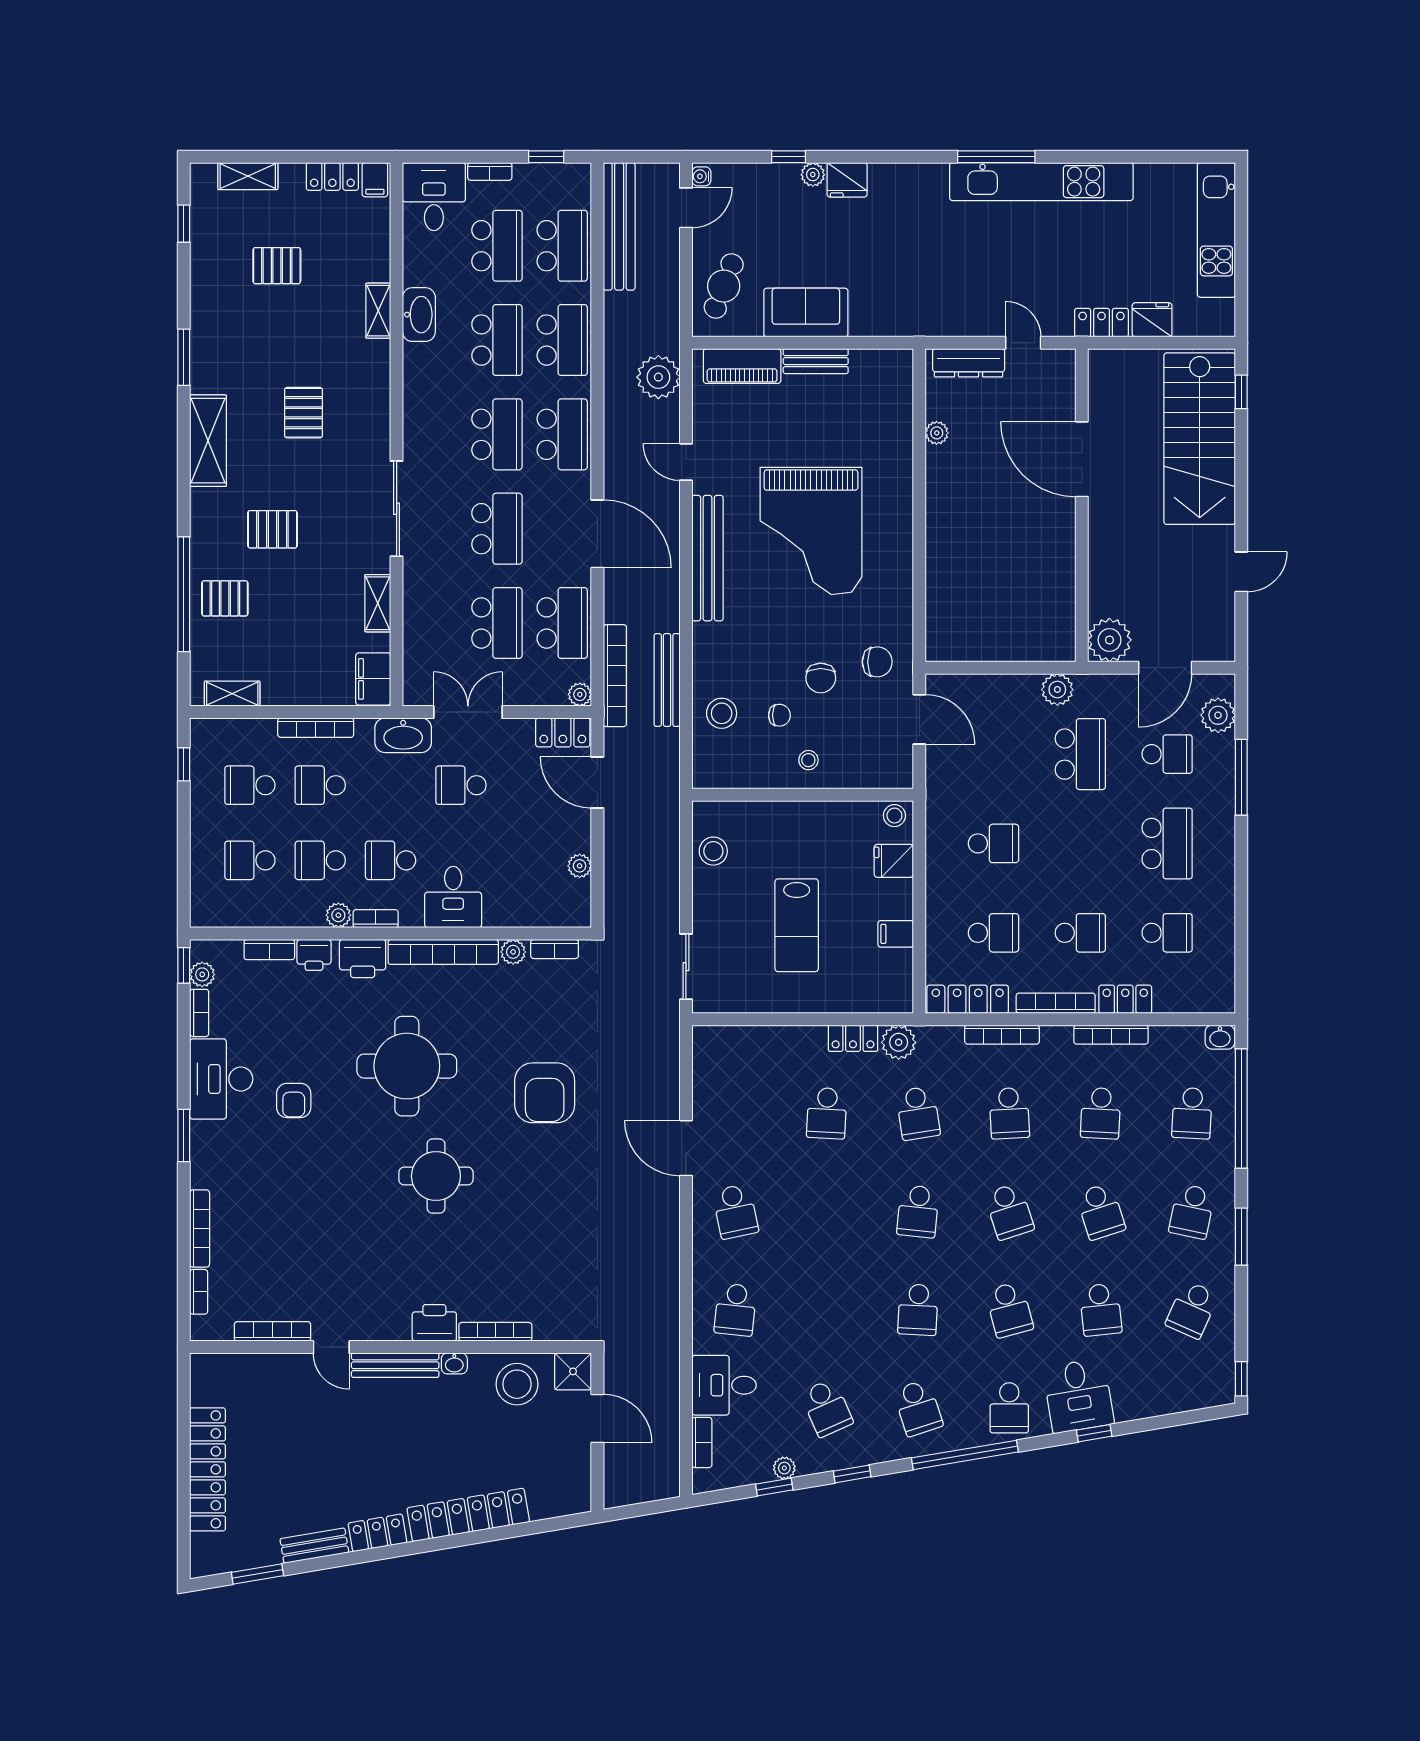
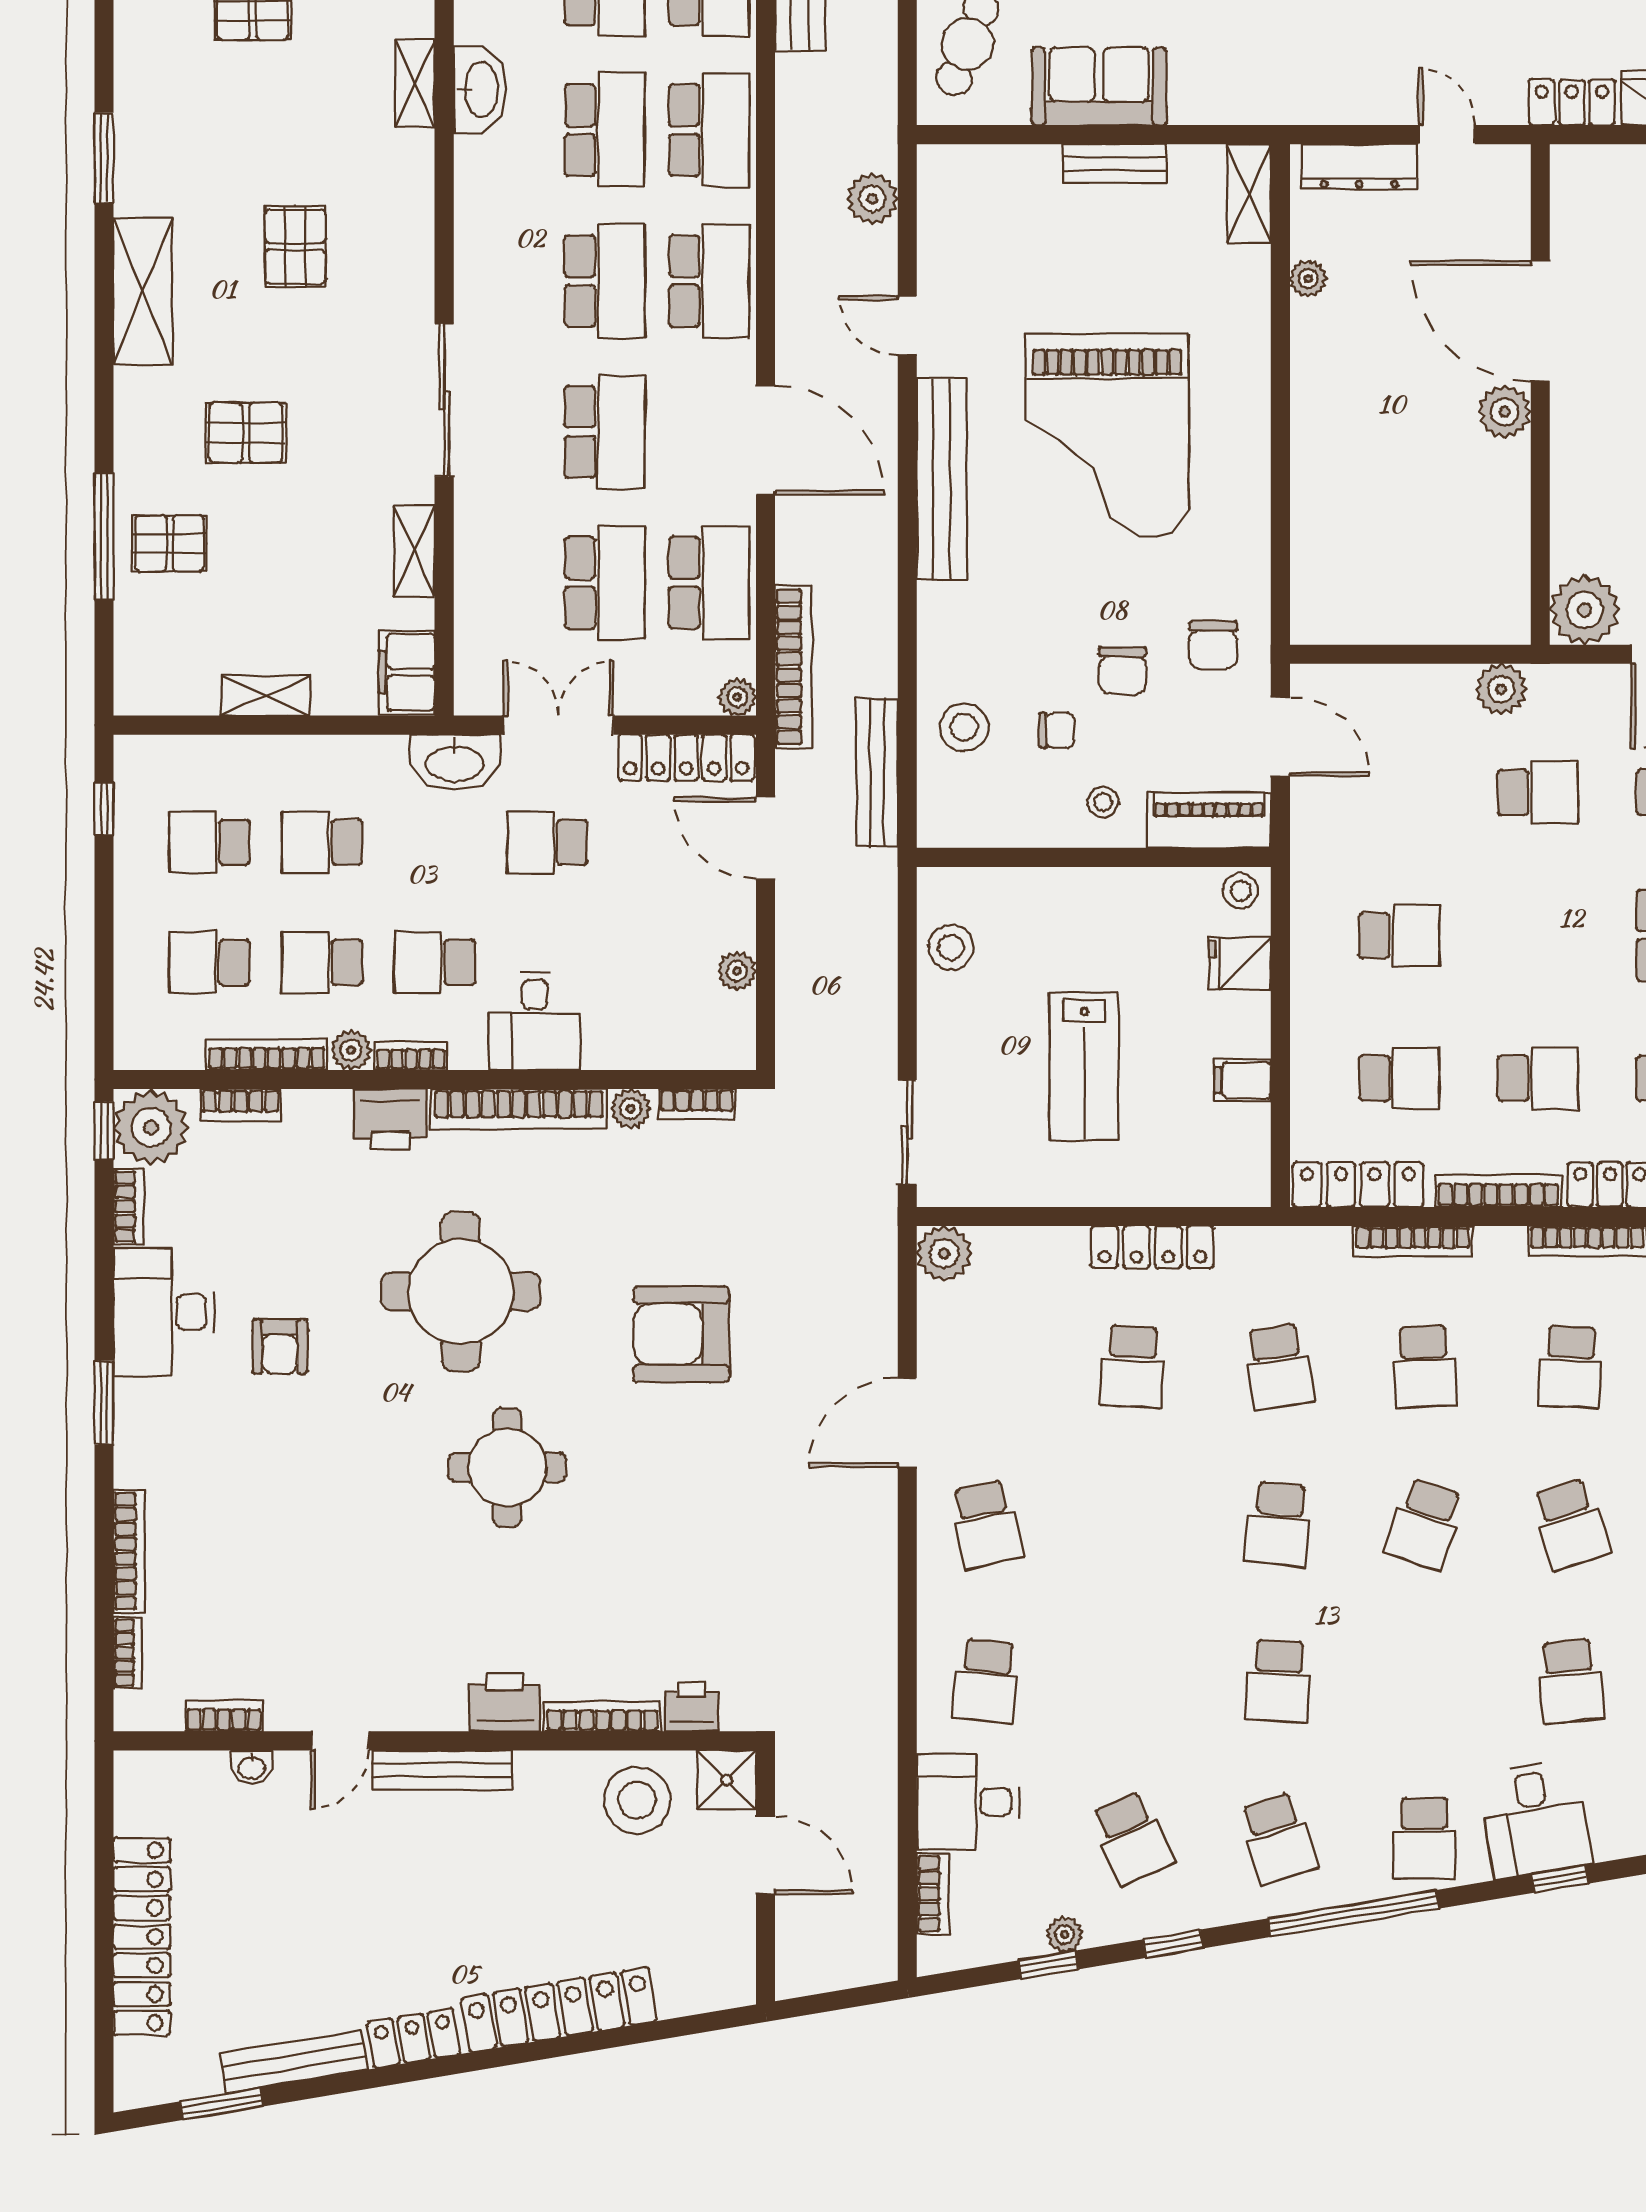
piano: (742, 366) -> (1209, 820), moved, turned 180
plant: (658, 377) -> (872, 199), width x0.73, depth x0.73
shelving: (900, 380) -> (1249, 194), added
plant: (1060, 516) -> (1505, 412), added
window: (184, 594) -> (104, 537), width x0.68
chair: (877, 662) -> (1213, 645), turned 90
bench: (667, 680) -> (877, 773), moved
shelving: (232, 694) -> (266, 696), moved
bookcase: (316, 728) -> (267, 1055), moved, turned 180
locker: (563, 732) -> (686, 758), width x1.53
school desk: (1080, 754) -> (1538, 792), width x0.54
printer: (314, 955) -> (692, 1707), moved, turned 180
plant: (202, 974) -> (151, 1127), width x1.88, depth x1.88
locker: (853, 1038) -> (1152, 1247), width x1.53
plant: (899, 1042) -> (944, 1253), moved
armchair: (545, 1093) -> (681, 1334), turned 90
door: (686, 1148) -> (907, 1423), hinge flipped
school desk: (1009, 1211) -> (1424, 1524), turned 36
school desk: (1009, 1310) -> (1424, 1681), removed
bookcase: (272, 1331) -> (224, 1716), width x0.64
door: (331, 1347) -> (340, 1741), hinge flipped
washbasin: (454, 1363) -> (252, 1767), moved
bench: (314, 1546) -> (294, 2062), width x1.36

